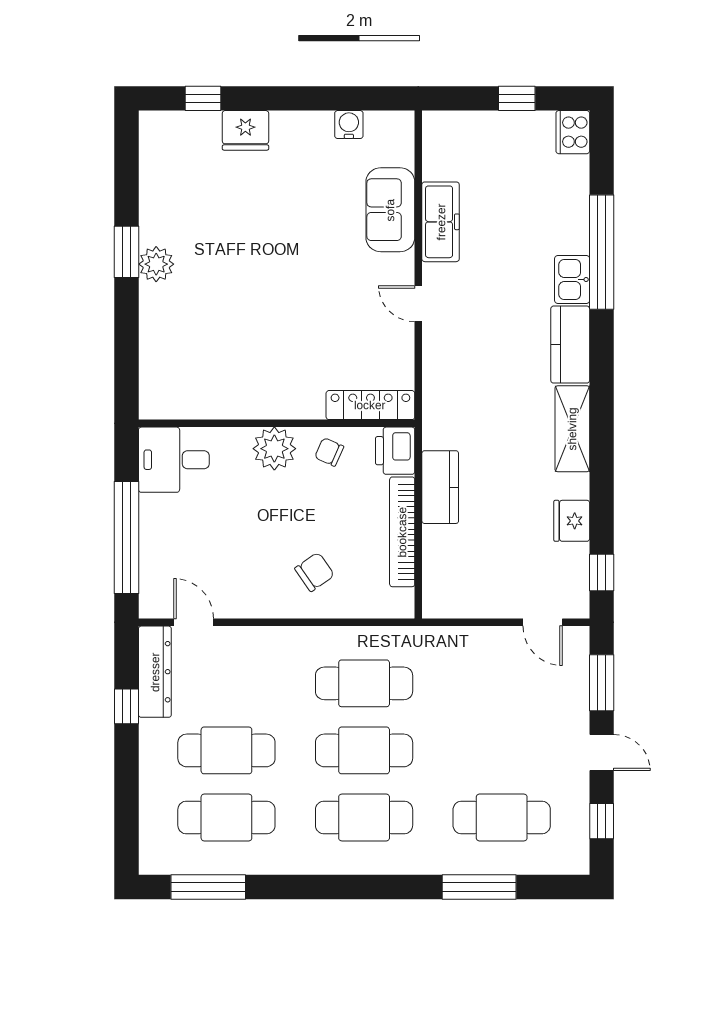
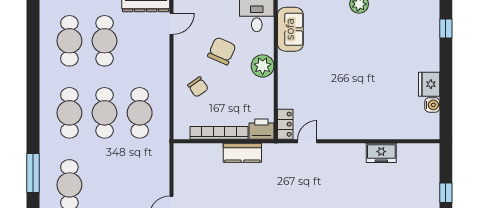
fridge: (245, 130) -> (429, 84), moved
sofa: (390, 210) -> (290, 29), moved, turned 90
freezer: (441, 222) -> (381, 153), width x0.71
door: (418, 304) -> (307, 141), moved
locker: (370, 405) -> (285, 124), width x0.66
chair: (329, 452) -> (222, 51), moved, width x1.87, depth x1.87
window: (208, 887) -> (33, 31), removed

